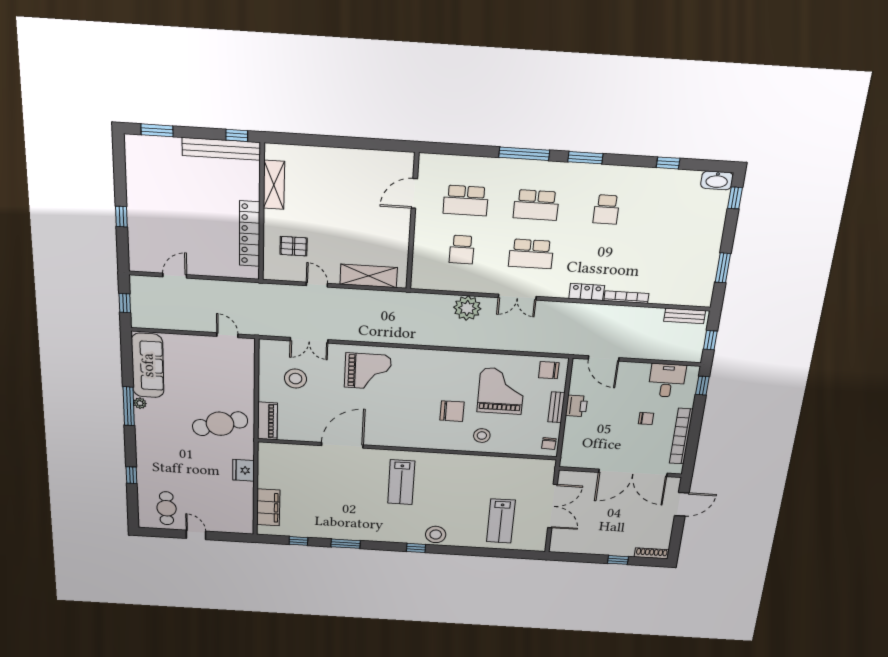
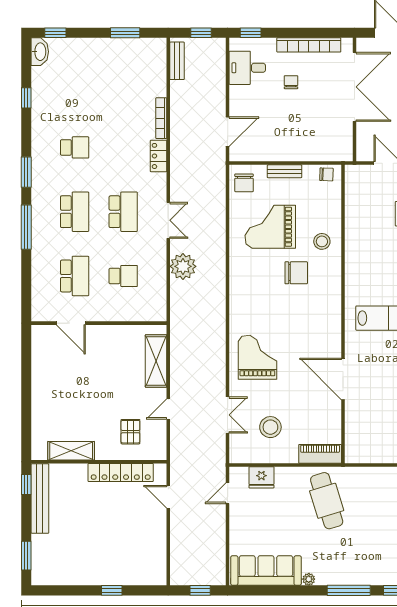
door: (175, 276) -> (168, 497), moved
window: (129, 406) -> (349, 590), moved
printer: (577, 406) -> (282, 152), removed
chair: (452, 411) -> (296, 273), turned 90
fridge: (243, 470) -> (261, 477), moved

